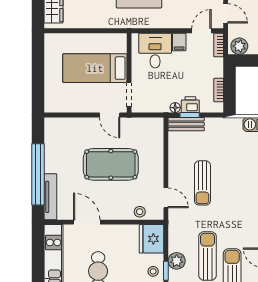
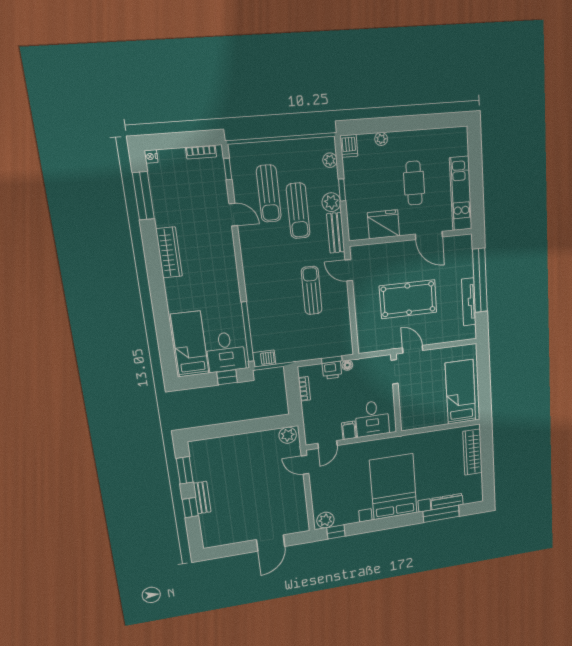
bookcase: (219, 45) -> (309, 433), removed
bed: (95, 68) -> (461, 392), moved, turned -90
bench: (186, 124) -> (336, 233), moved, turned 90
tv unit: (50, 197) -> (469, 302), moved
stool: (140, 212) -> (375, 252), removed
fridge: (151, 239) -> (384, 224), moved, turned -90
stool: (153, 271) -> (356, 188), removed

